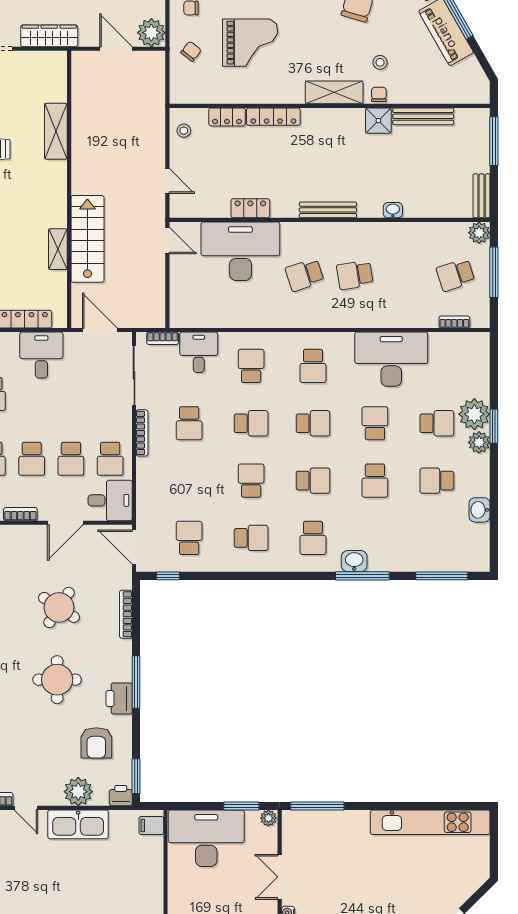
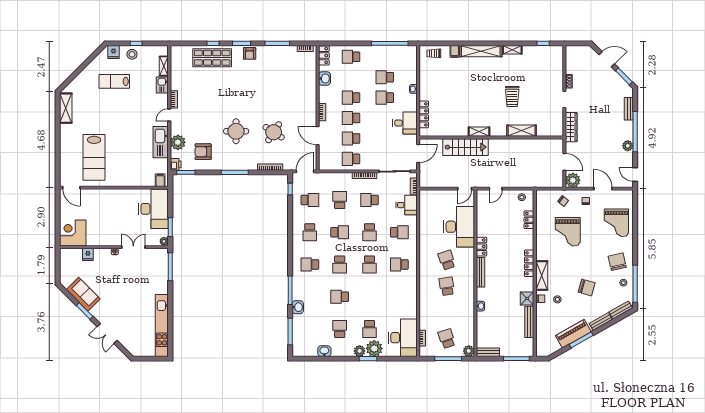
door: (116, 49) -> (564, 162), hinge flipped
locker: (273, 117) -> (529, 263), moved
locker: (250, 208) -> (481, 247), moved
shelving: (58, 249) -> (479, 132), moved
desk: (391, 359) -> (403, 338), moved
school desk: (375, 423) -> (340, 200), moved, turned -90
desk: (110, 500) -> (329, 159), removed
washbasin: (354, 561) -> (298, 307), moved
printer: (119, 699) -> (226, 164), removed

